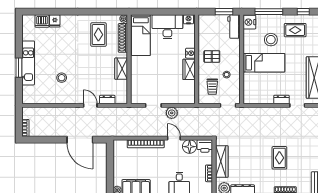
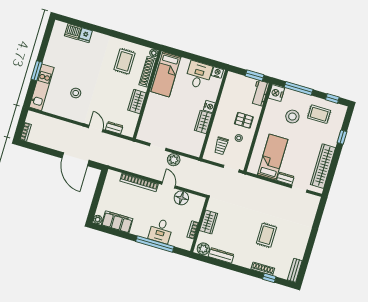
desk: (167, 27) -> (199, 75), width x0.73
pallet: (212, 57) -> (244, 120), moved
kitchen unit: (28, 63) -> (42, 87), moved
bed: (264, 63) -> (273, 157), moved, turned -90
printer: (205, 146) -> (197, 202), removed
wardrobe: (222, 162) -> (209, 222), width x0.67

